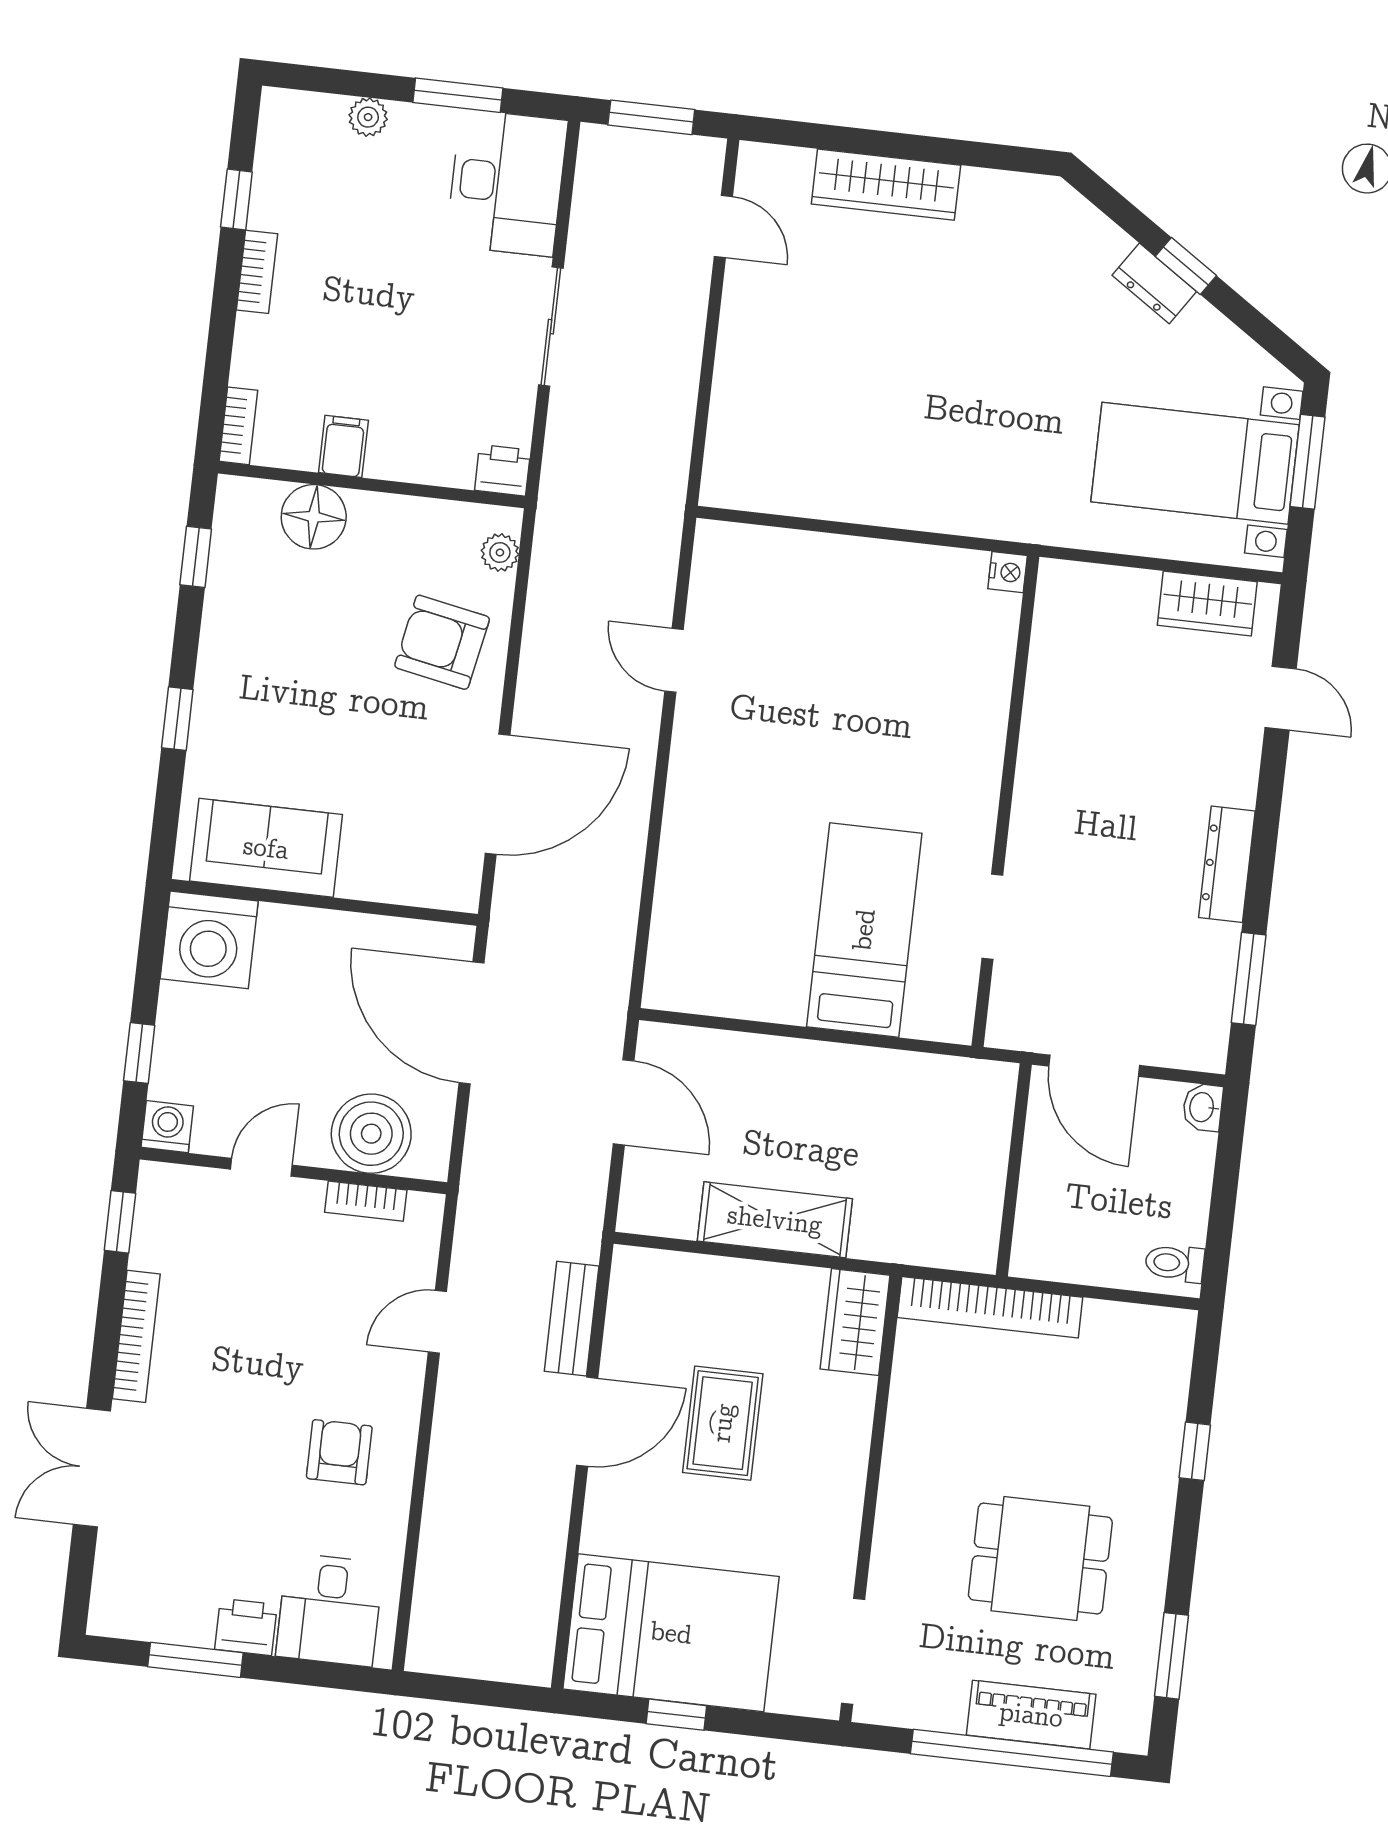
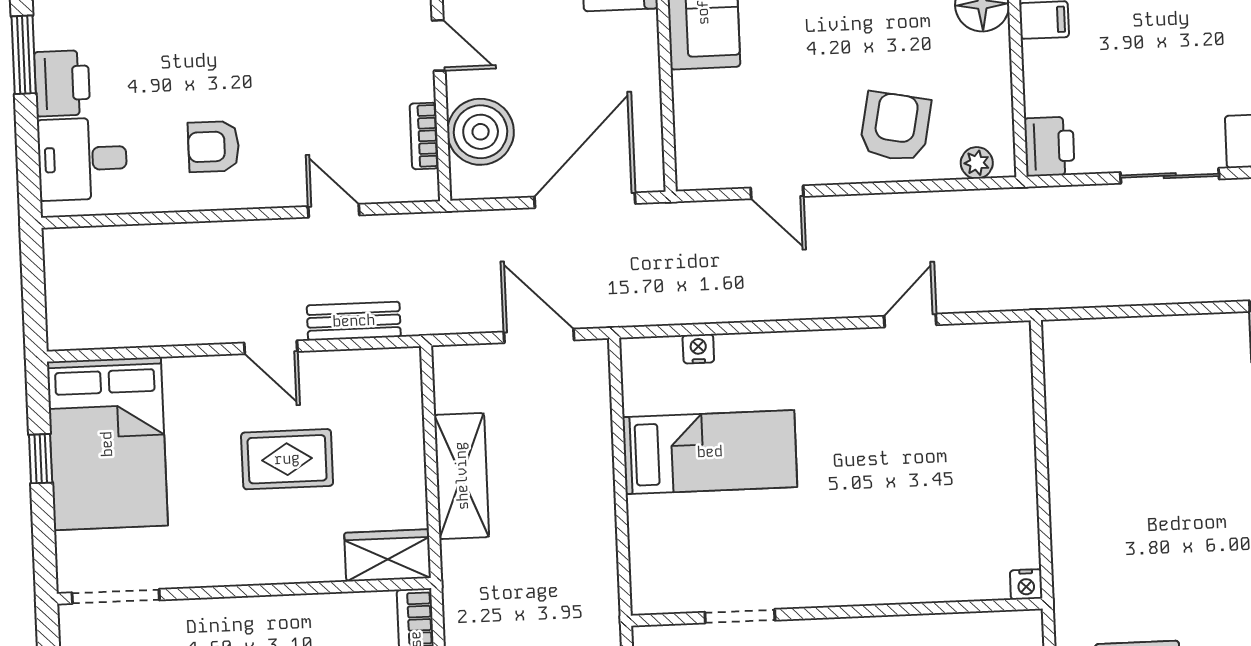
printer: (503, 470) -> (1049, 146), width x1.36, depth x1.24
door: (498, 794) -> (777, 192), width x0.53
nightstand: (668, 916) -> (698, 349), added
bed: (864, 930) -> (710, 452), moved
door: (624, 1102) -> (539, 336), swing flipped
door: (587, 1422) -> (271, 347), width x0.73
armchair: (339, 1452) -> (214, 147), turned 180
printer: (246, 1627) -> (62, 83), width x1.36, depth x1.24

